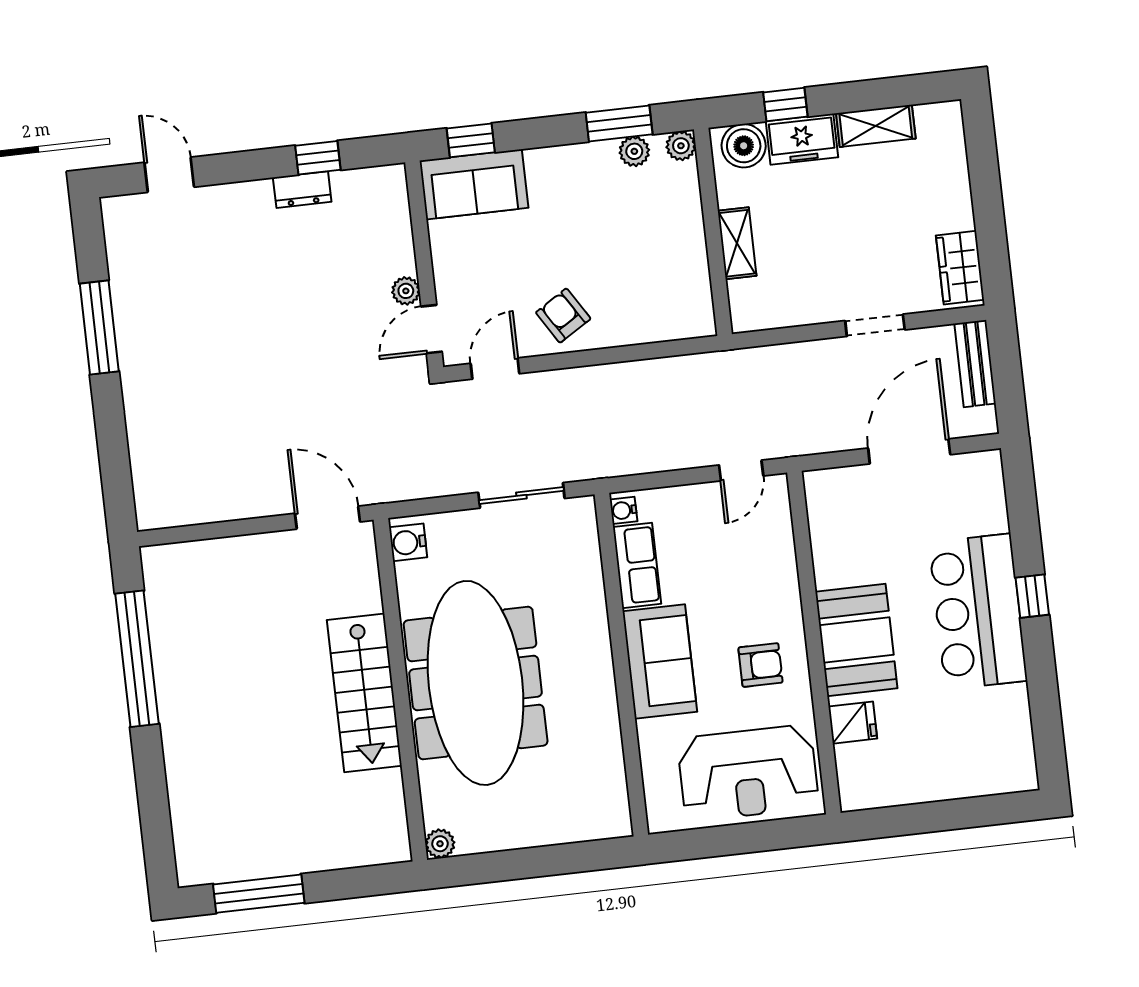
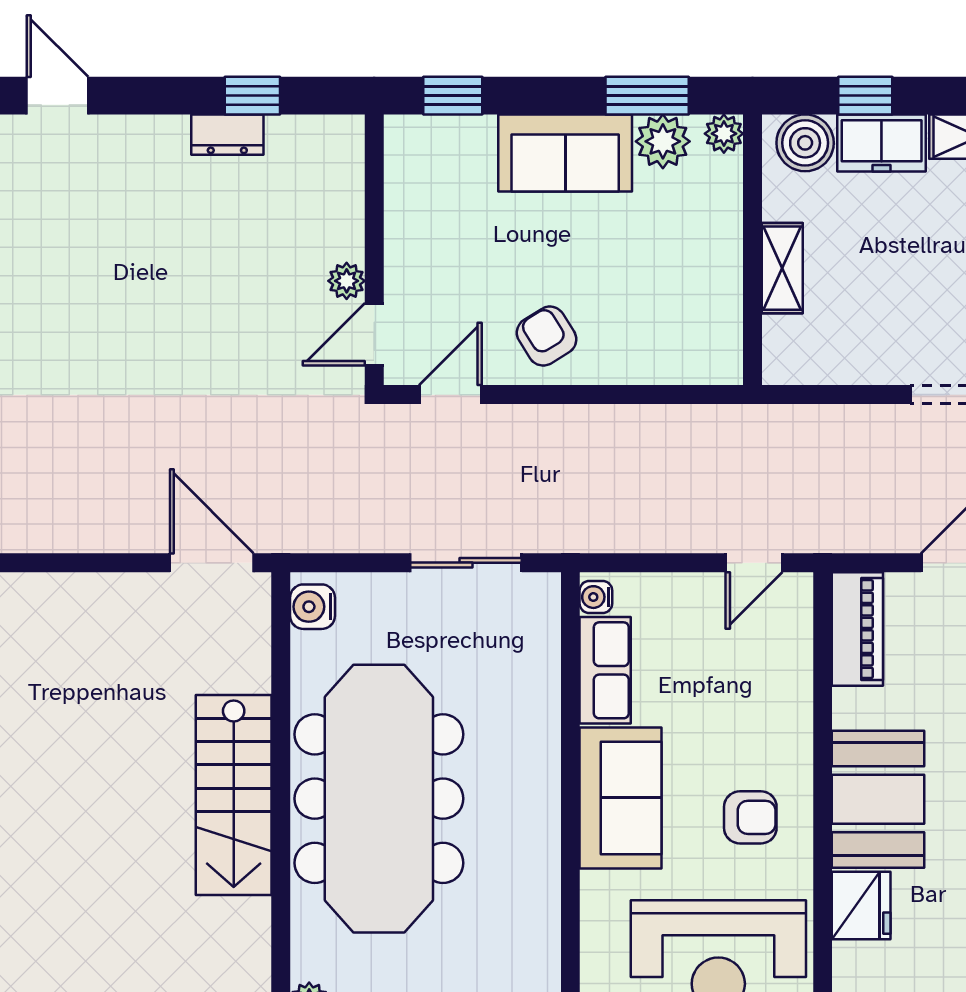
plant: (634, 151) -> (663, 141), width x1.38, depth x1.38
sofa: (474, 184) -> (565, 153), moved
piano: (826, 512) -> (857, 629), added
fridge: (853, 723) -> (861, 905), width x1.38

